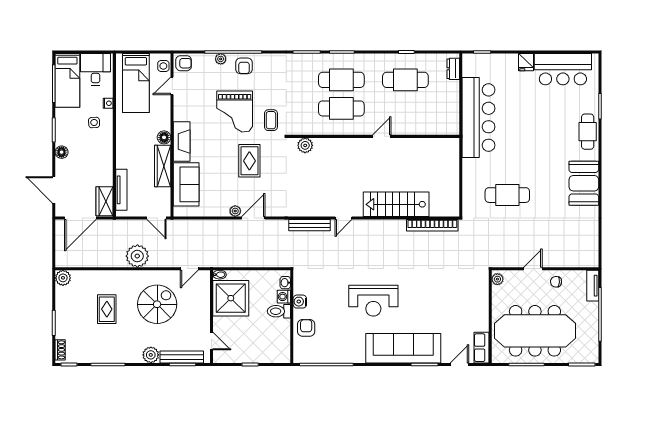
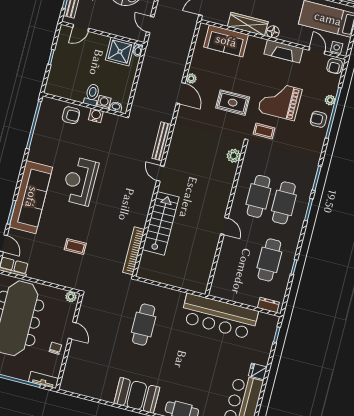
fireplace: (182, 141) -> (284, 51), moved
coffee table: (443, 288) -> (75, 247), added
shower: (231, 298) -> (120, 52), width x0.73, depth x0.73

